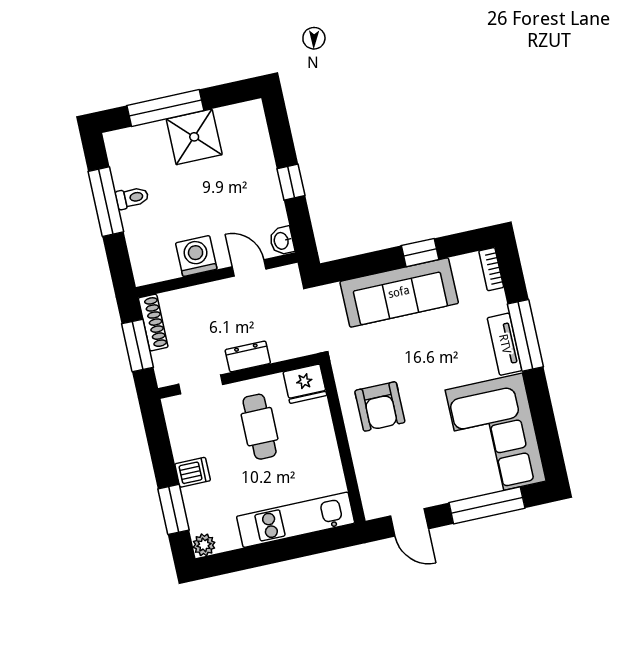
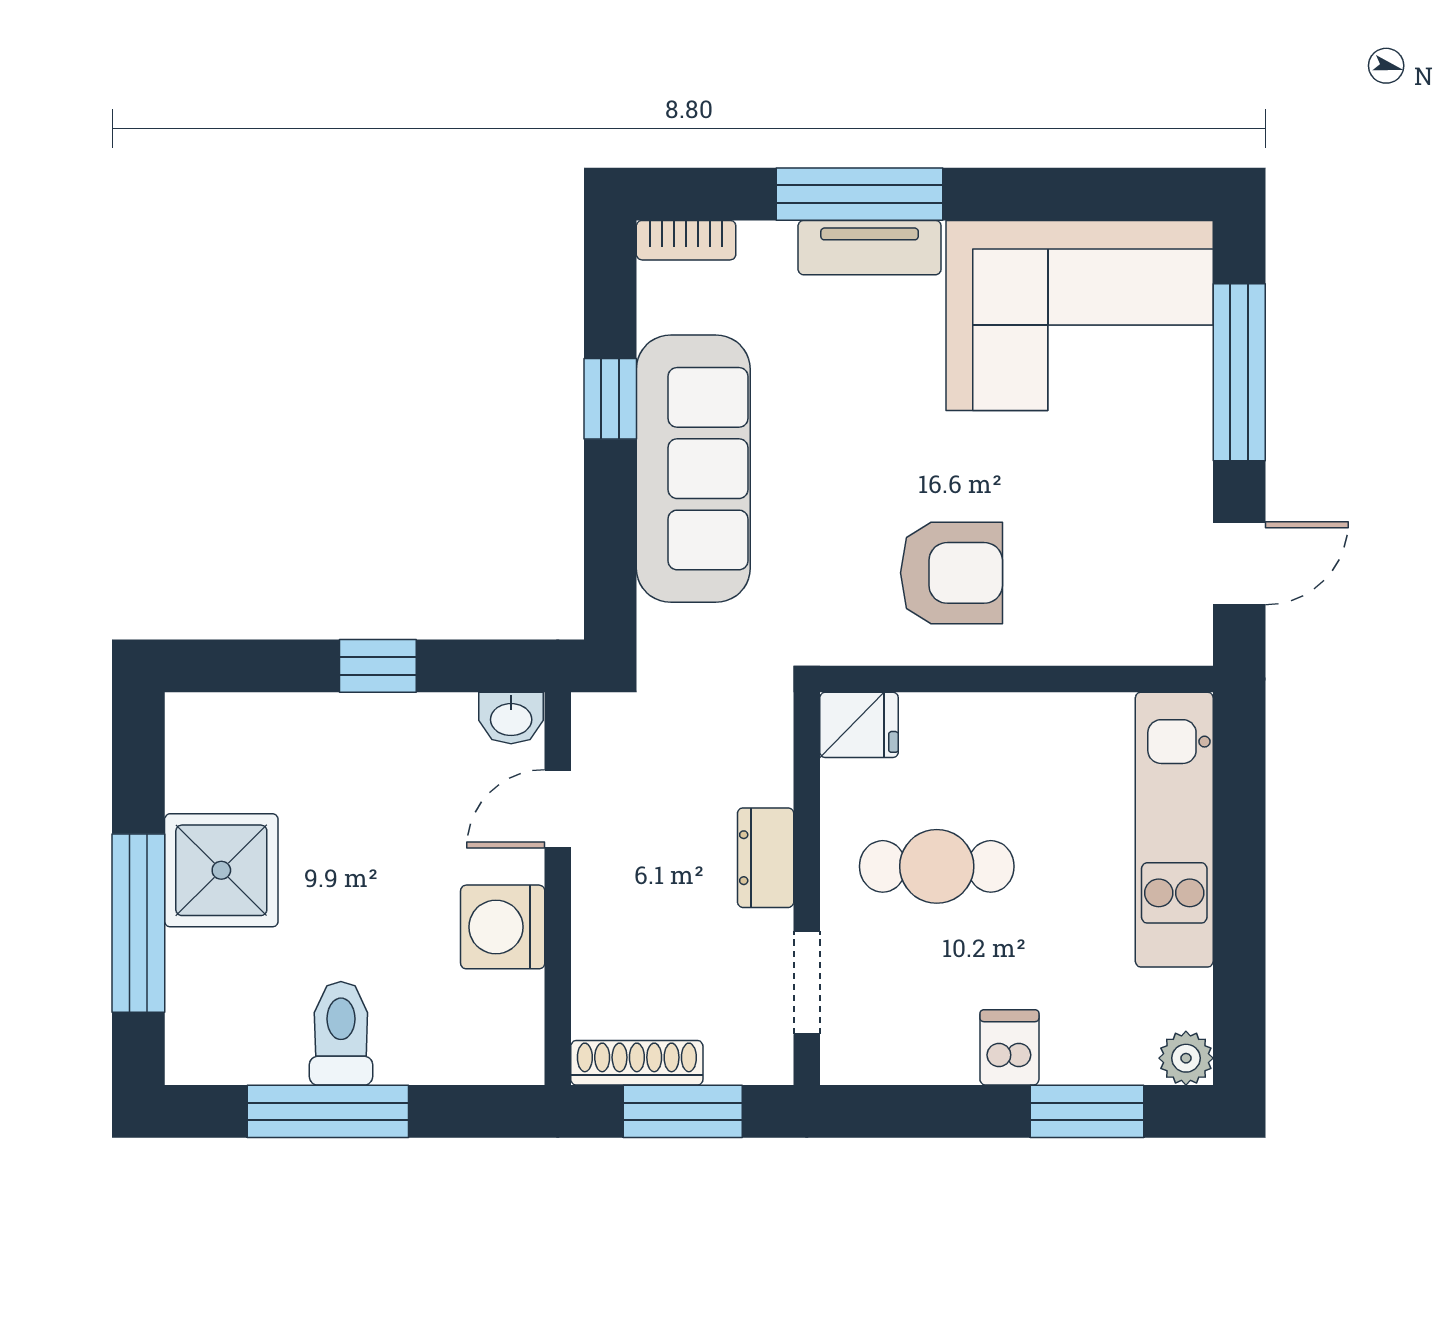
toilet: (132, 198) -> (341, 1033), width x1.37, depth x1.39
fridge: (305, 384) -> (859, 725), width x0.72

